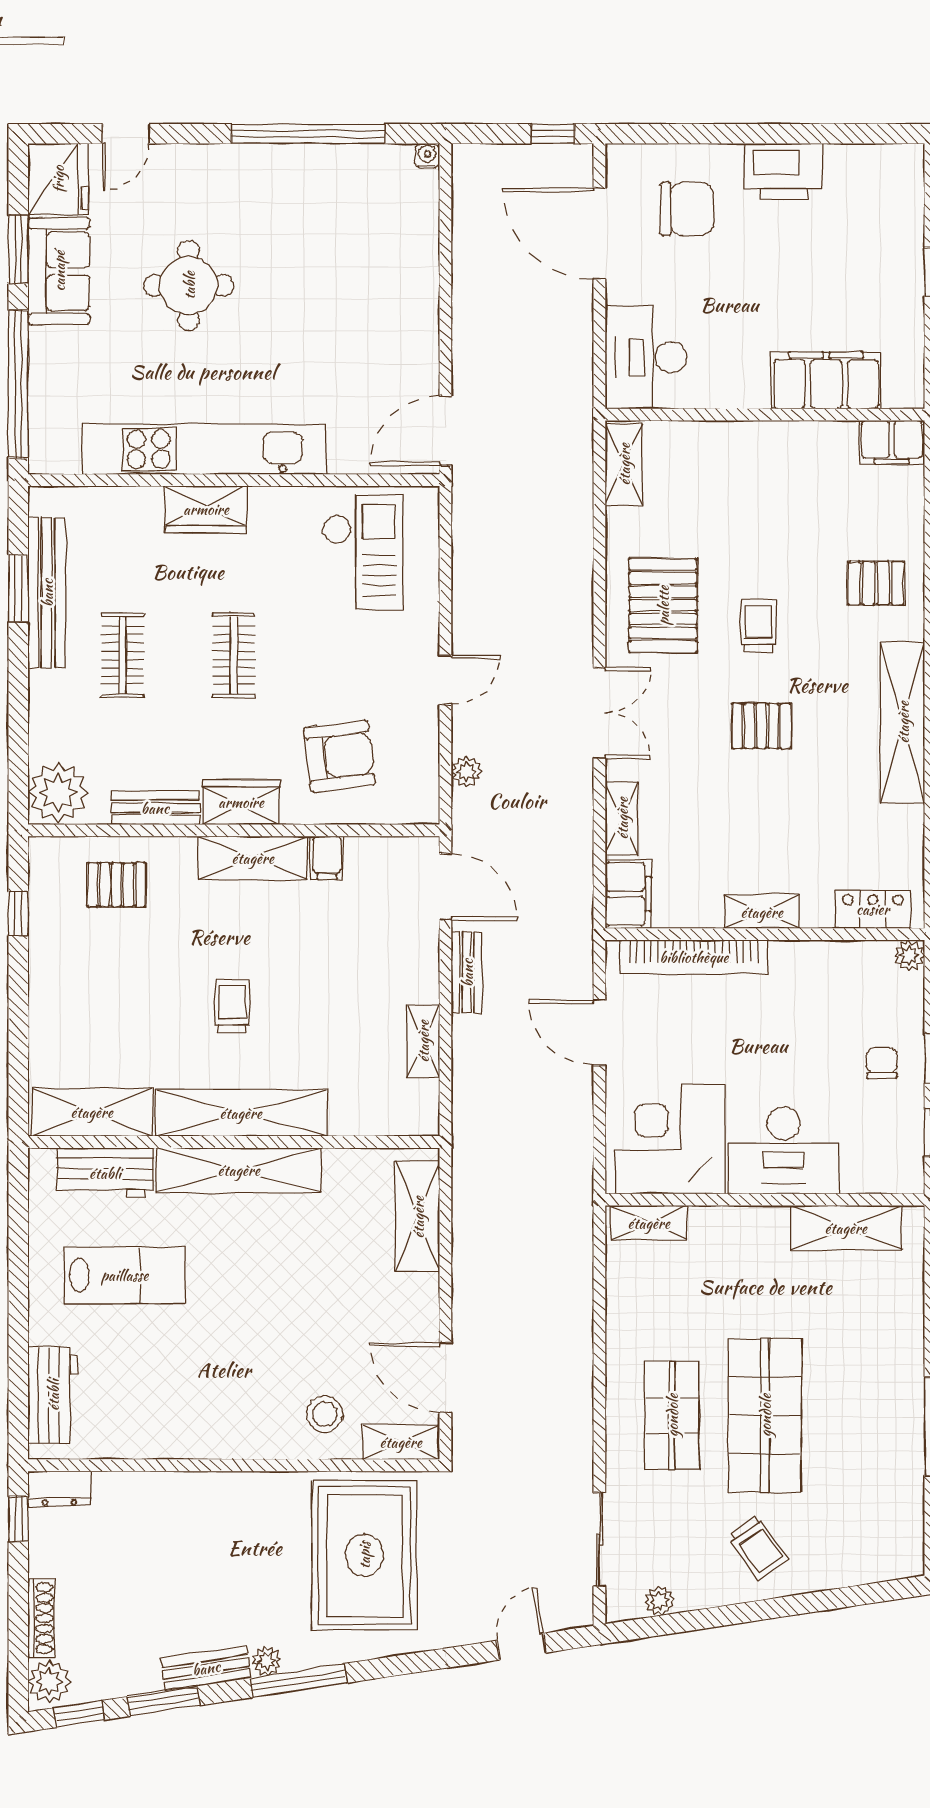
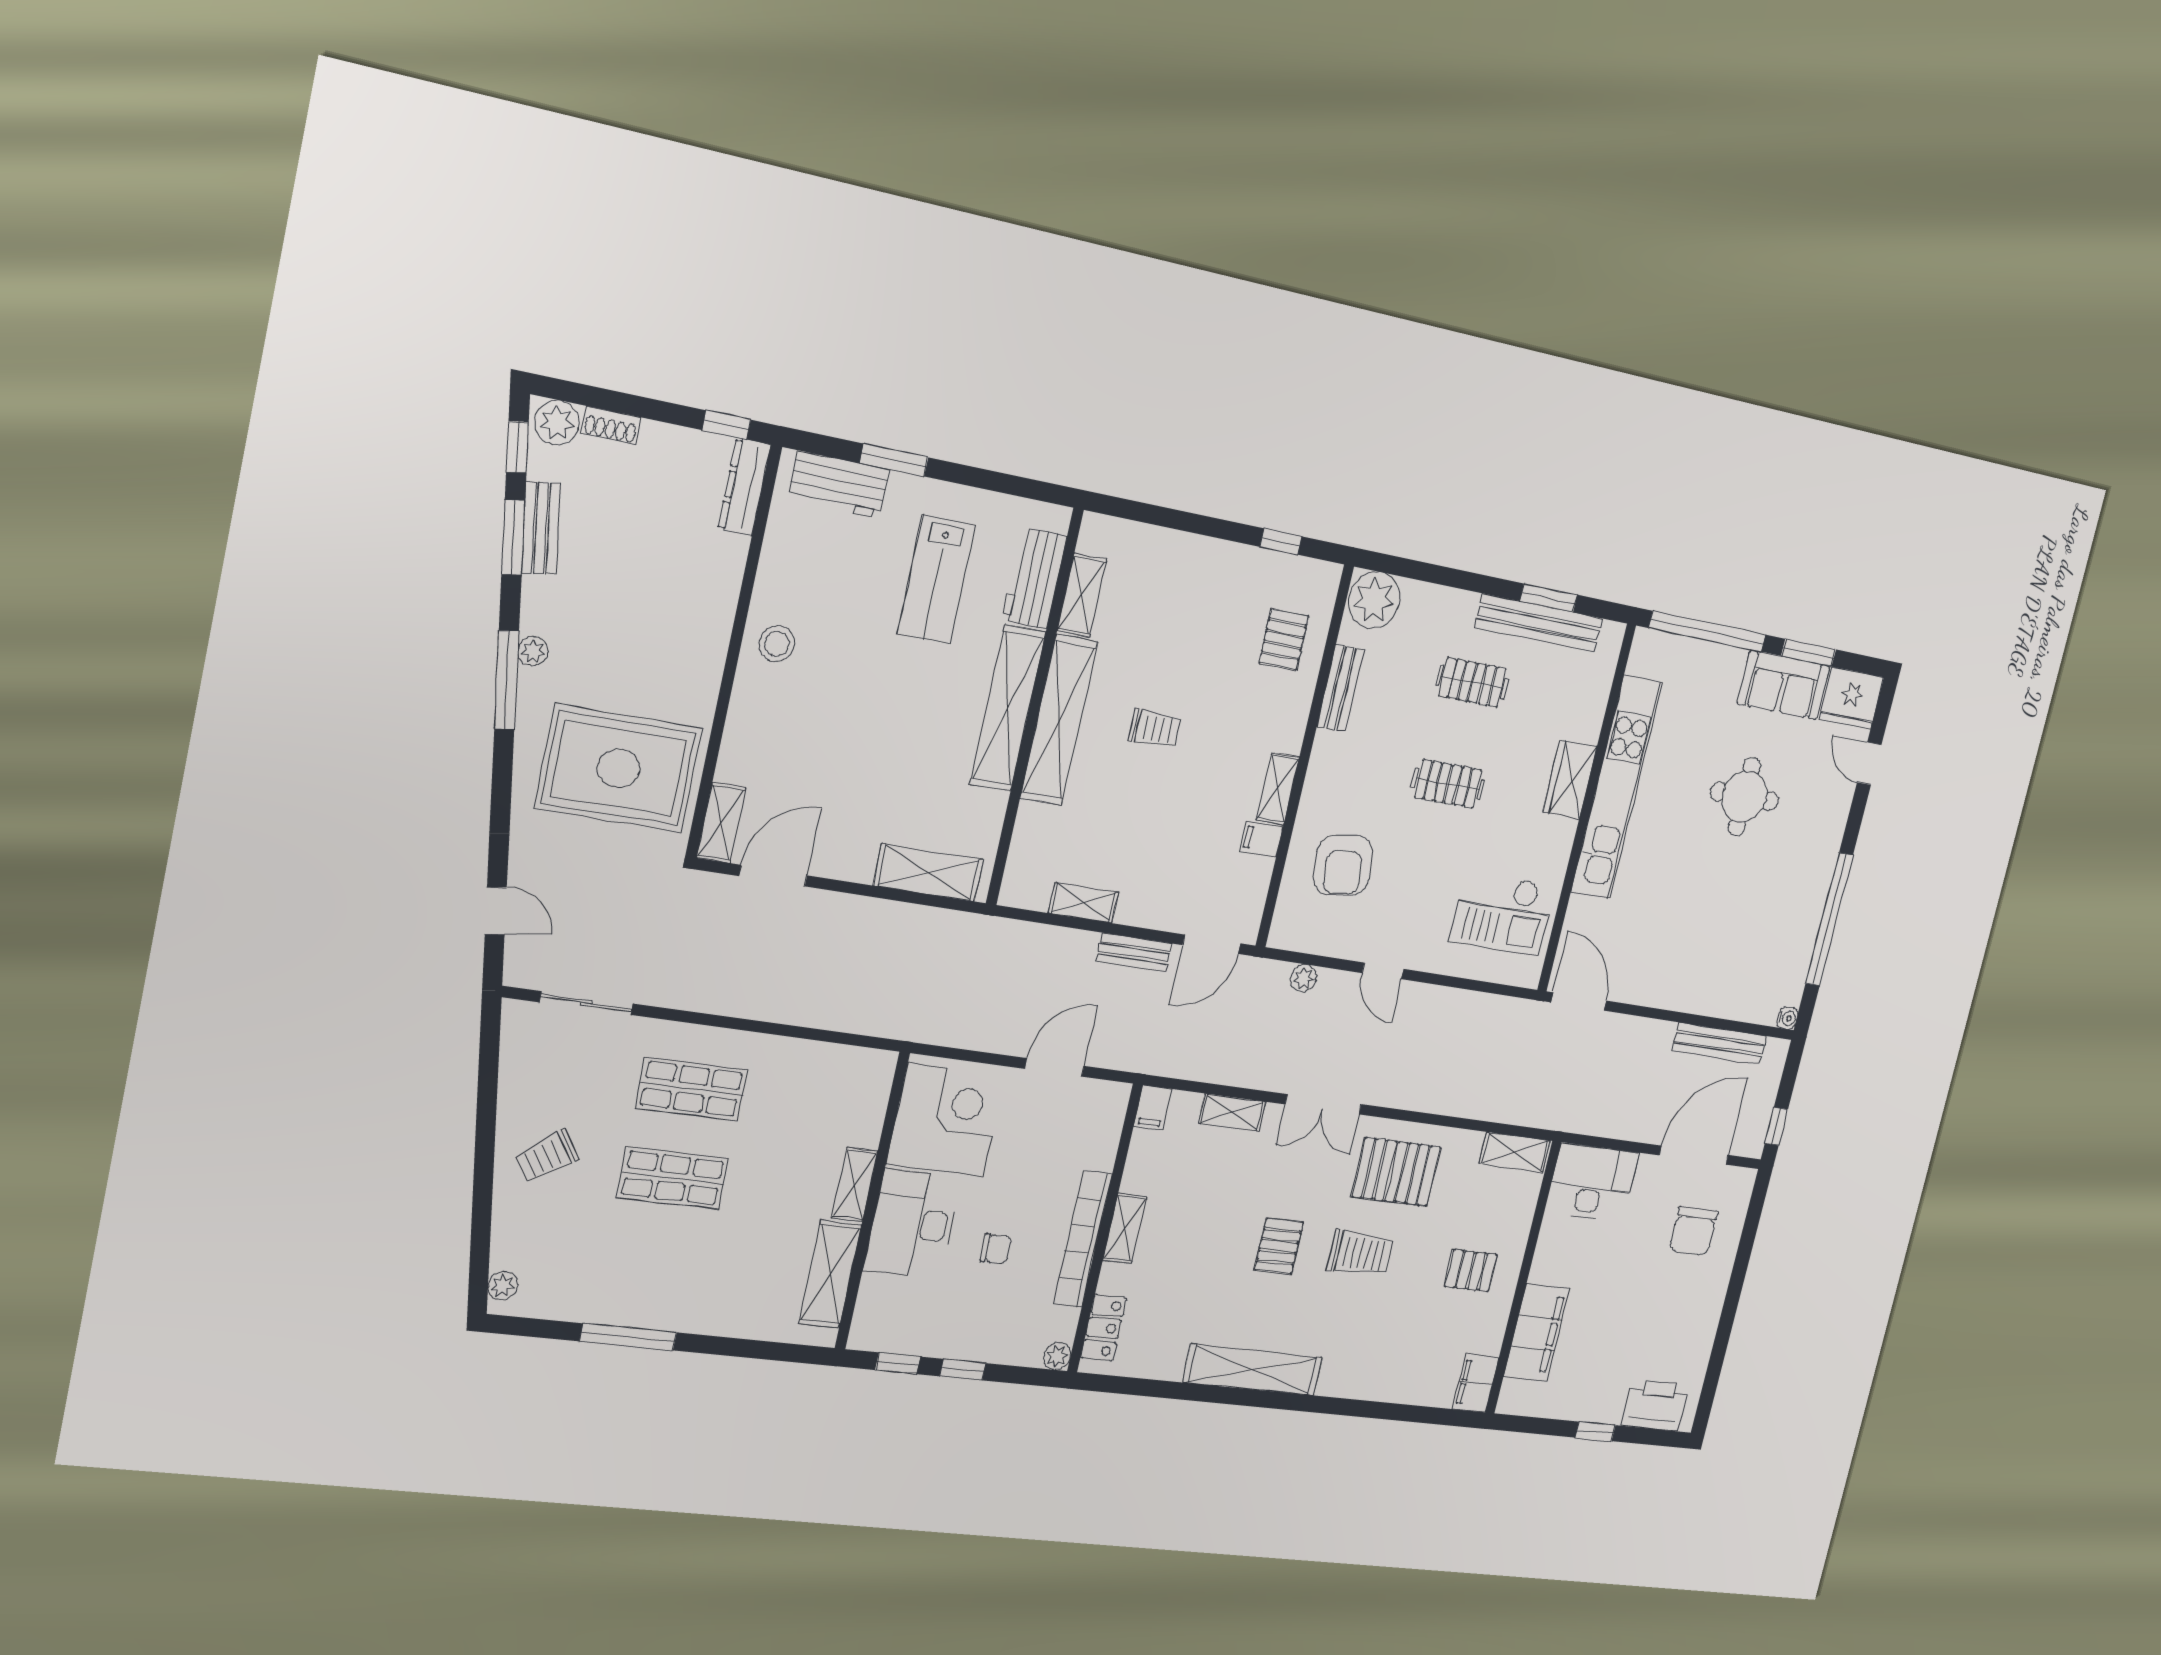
printer: (783, 172) -> (1655, 1405), moved, turned 90
bench: (468, 237) -> (1719, 1043), added
pallet: (876, 583) -> (1471, 1271), moved, turned 90
trolley: (759, 626) -> (1360, 1253), width x1.36, depth x1.39
wardrobe: (241, 802) -> (1326, 769), removed
shelving: (253, 858) -> (1278, 789), width x0.67, depth x0.75
filing cabinet: (628, 894) -> (1153, 1108), width x0.50
bookcase: (694, 957) -> (1083, 1239), moved
chair: (882, 1063) -> (996, 1249), moved
shelving: (92, 1112) -> (1082, 595), width x0.67, depth x0.75
shelving: (649, 1223) -> (855, 1185), moved
window: (18, 1345) -> (894, 460), added
stool: (325, 1414) -> (777, 644), moved
shop shelf: (765, 1415) -> (673, 1178), width x0.70, depth x0.74
dresser: (59, 1489) -> (744, 487), width x1.44
plant: (660, 1601) -> (503, 1286), moved
shoe rack: (41, 1618) -> (611, 425), width x0.70
bench: (206, 1668) -> (541, 528), moved

